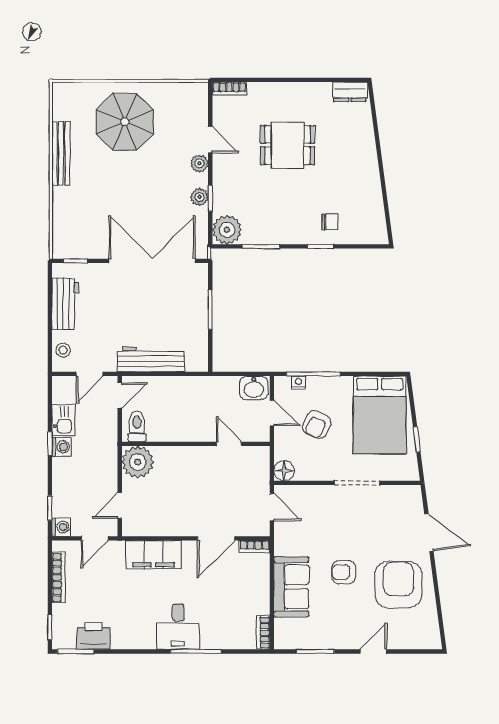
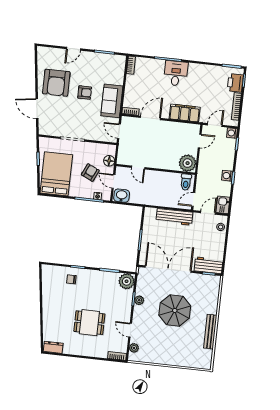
parasol: (125, 122) -> (175, 310), moved
plant: (200, 163) -> (134, 348), moved
double door: (152, 261) -> (168, 269), swing flipped
workbench: (65, 304) -> (209, 265), moved, turned 90
kitchen sink: (63, 420) -> (223, 205), moved
floor lamp: (284, 471) -> (109, 161), moved
sofa: (291, 587) -> (112, 101), moved
printer: (93, 636) -> (235, 83), moved, turned 90

